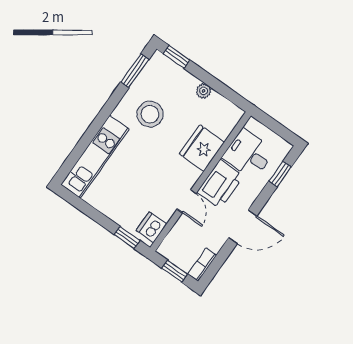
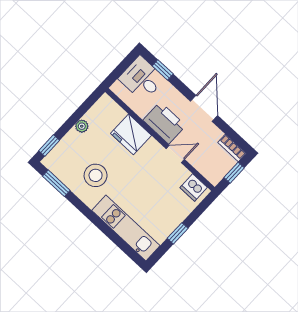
desk: (248, 154) -> (142, 79), moved, turned 90
window: (127, 238) -> (178, 233), moved

